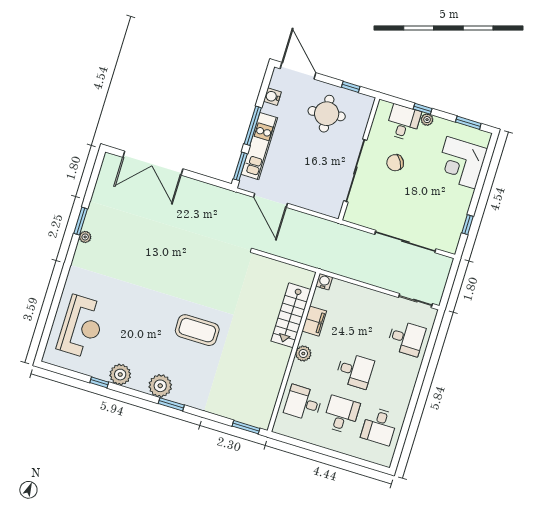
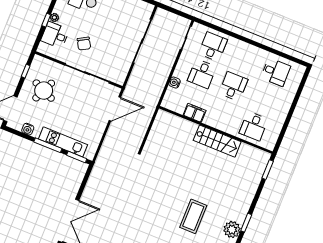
round table: (327, 114) -> (44, 91), turned 30
door: (271, 200) -> (115, 109), moved
water cooler: (324, 282) -> (175, 83), moved
stairs: (291, 315) -> (217, 141), moved
coffee table: (197, 330) -> (193, 216), moved
plant: (303, 353) -> (218, 123), removed
desk: (341, 415) -> (202, 74), moved, turned -90

